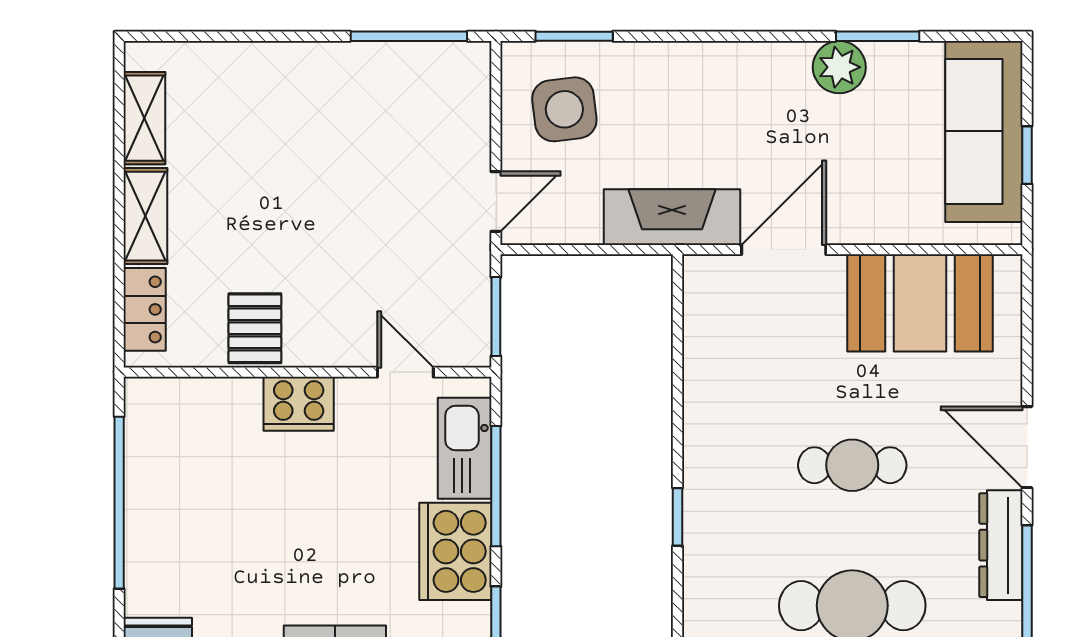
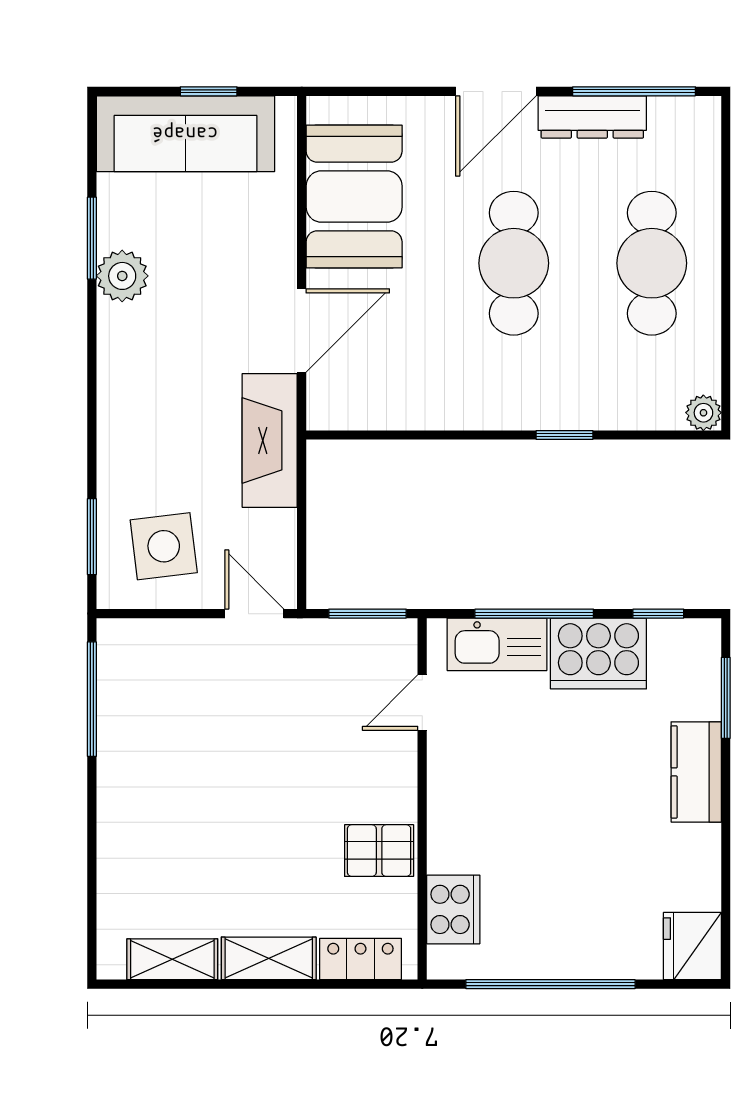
door: (784, 250) -> (302, 331), swing flipped
cooker: (299, 404) -> (453, 909), moved
cafe table: (852, 465) -> (514, 263), width x1.37, depth x1.35

